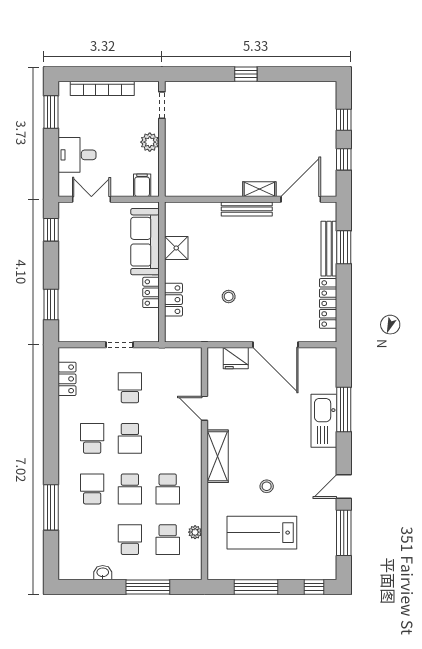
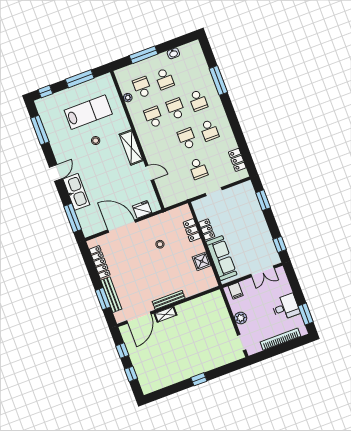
desk: (77, 155) -> (286, 307), moved
window: (344, 409) -> (73, 218), moved
door: (344, 486) -> (56, 173), moved

